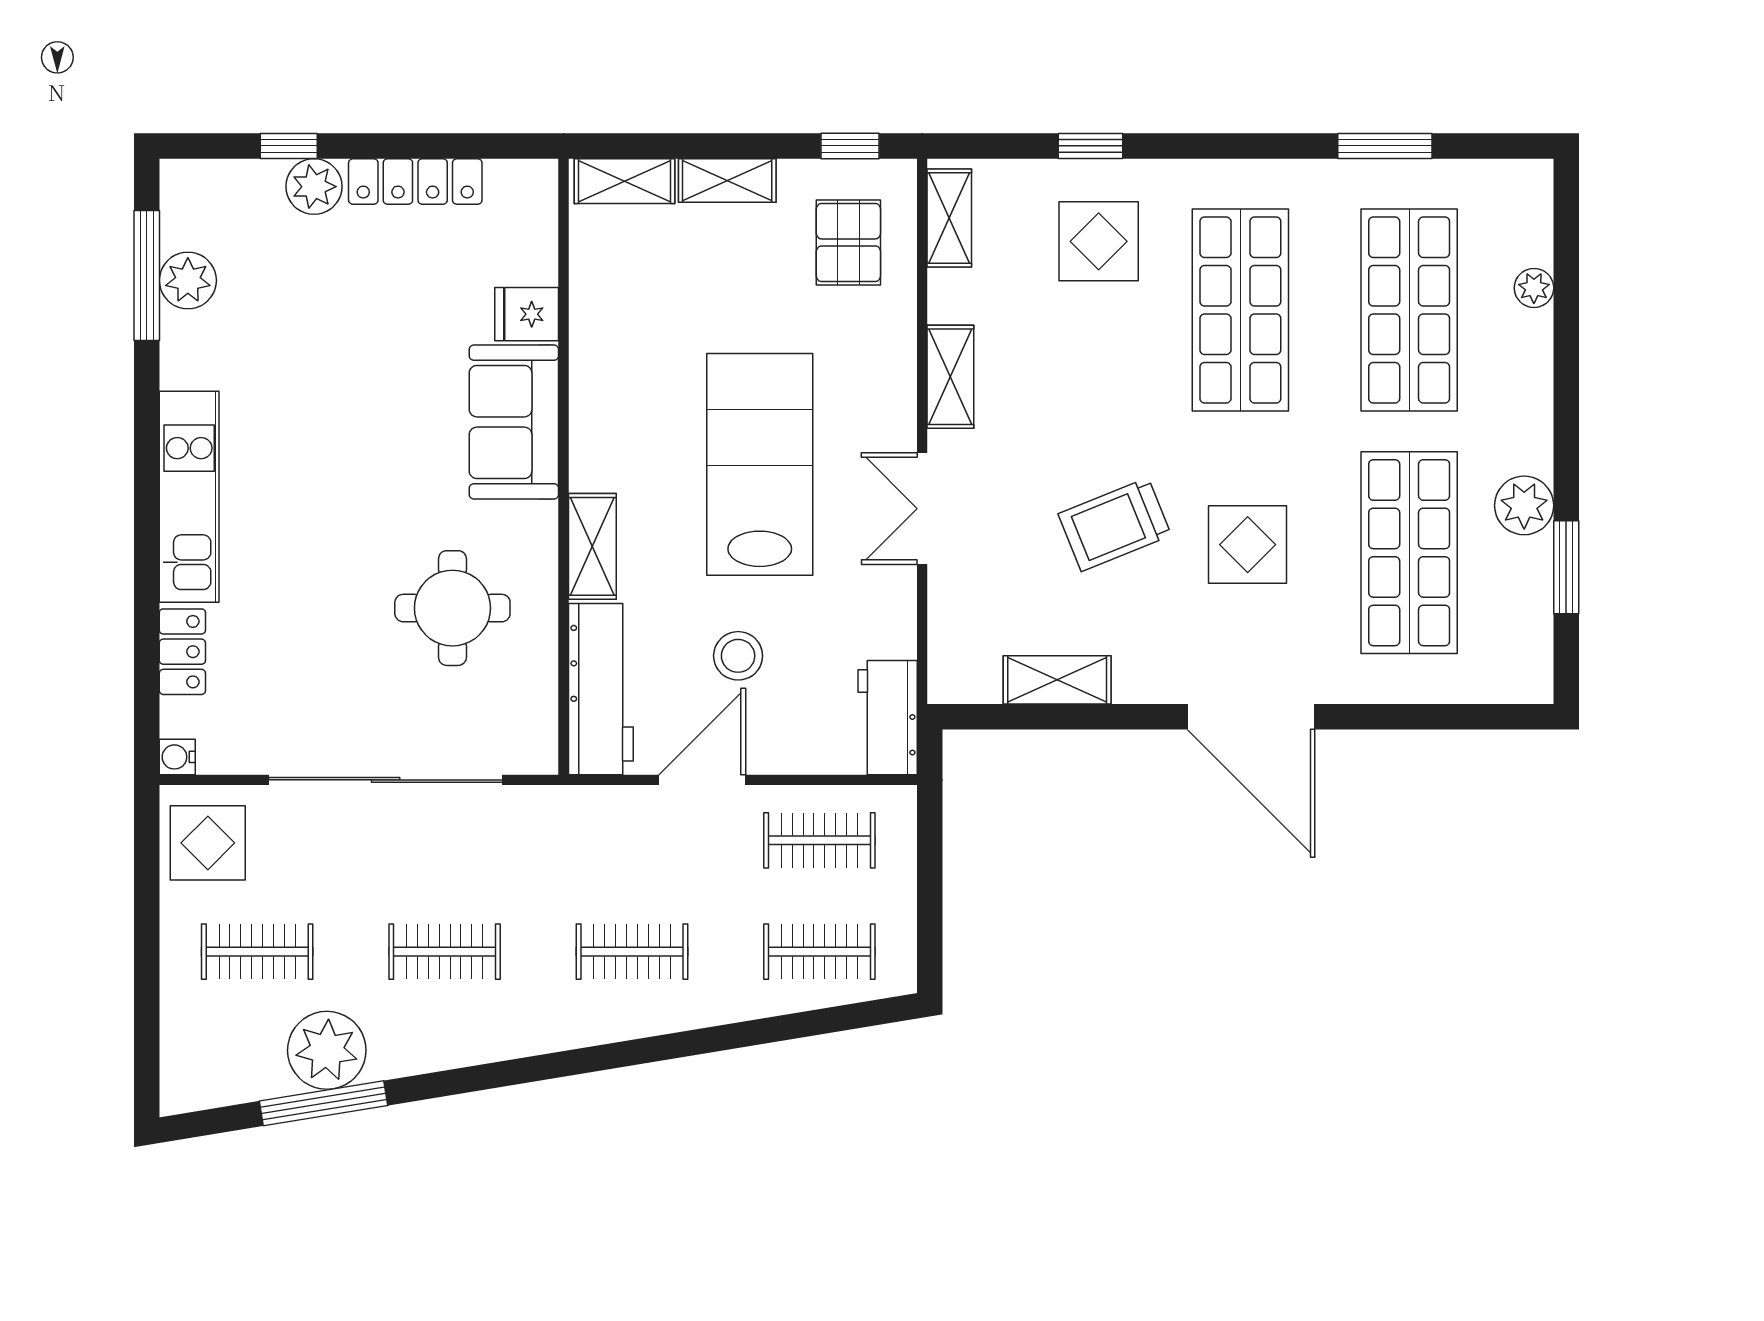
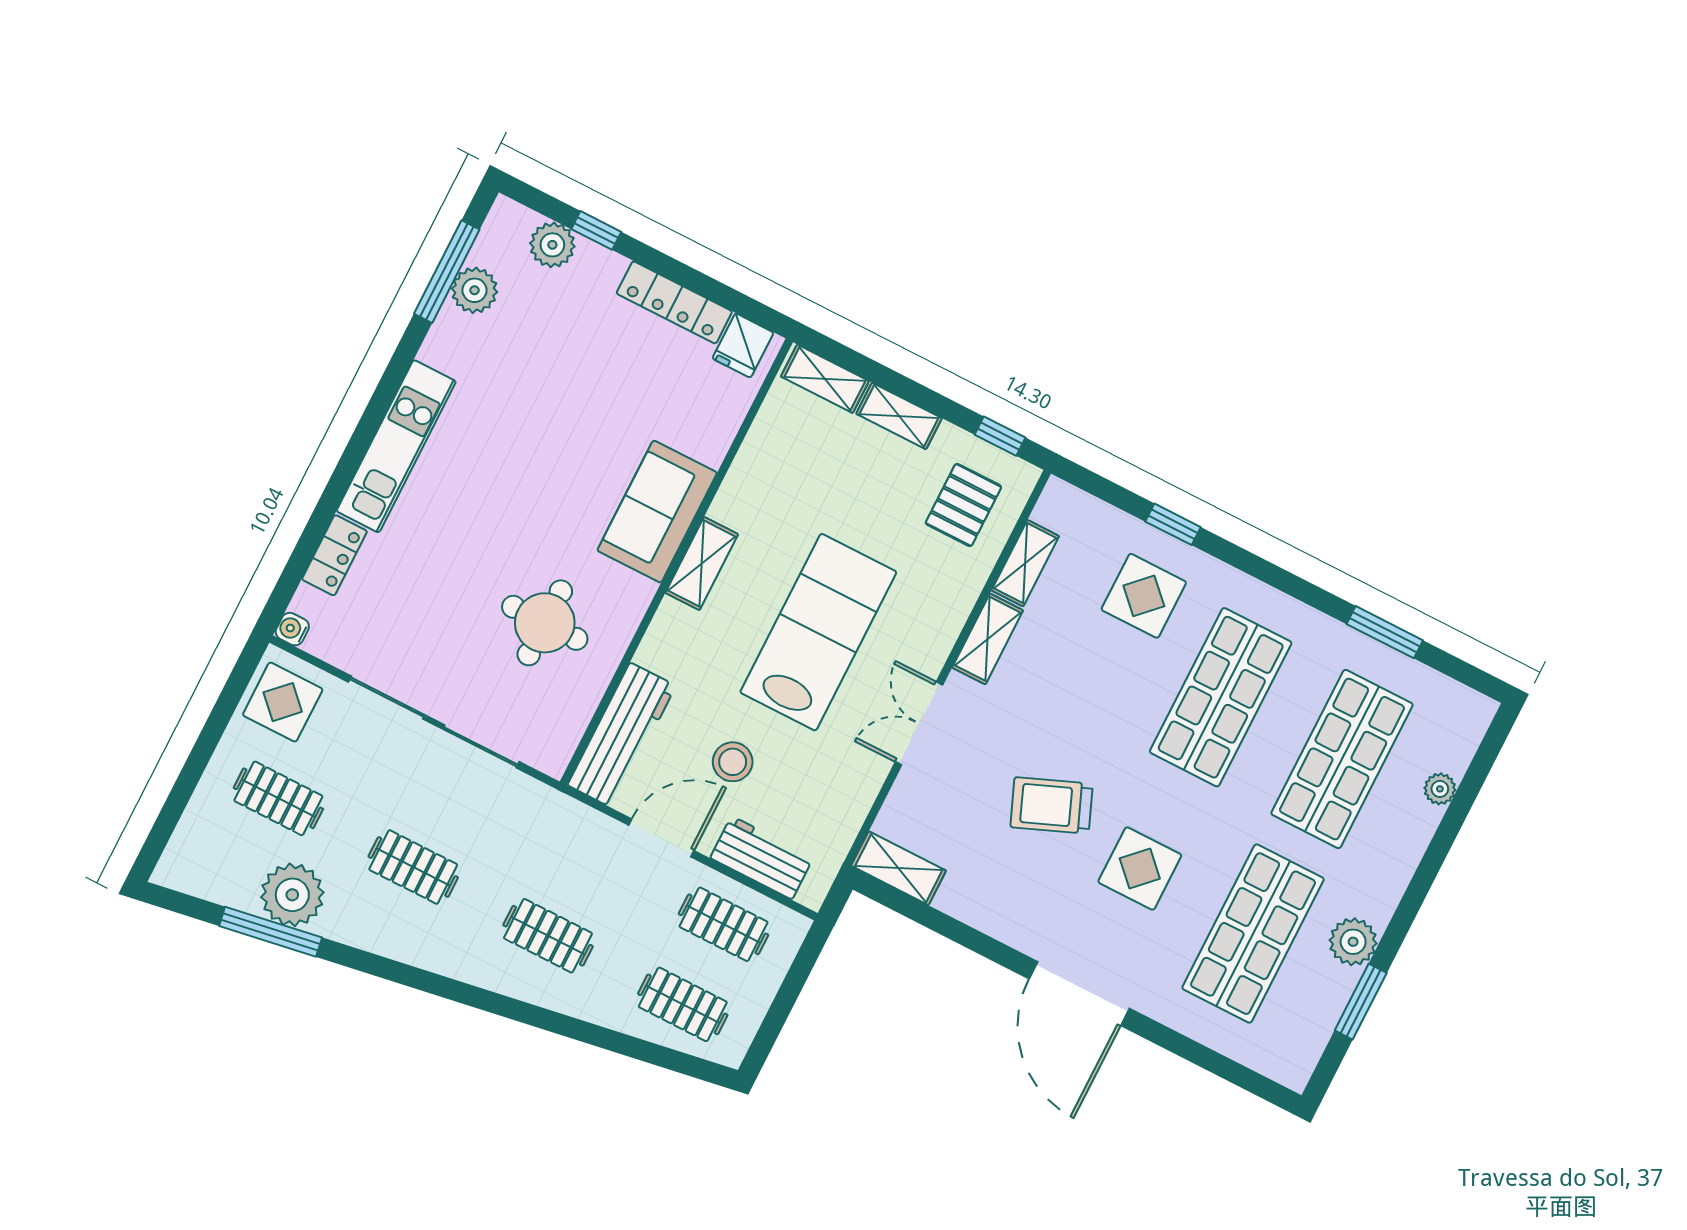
plant: (314, 187) -> (552, 245), moved
shelving: (949, 218) -> (1025, 563), moved
fridge: (527, 314) -> (743, 345), moved, turned -90
shelving: (592, 546) -> (702, 564), moved
shelving: (1057, 680) -> (899, 868), moved
workbench: (888, 718) -> (762, 858), moved, turned 90

